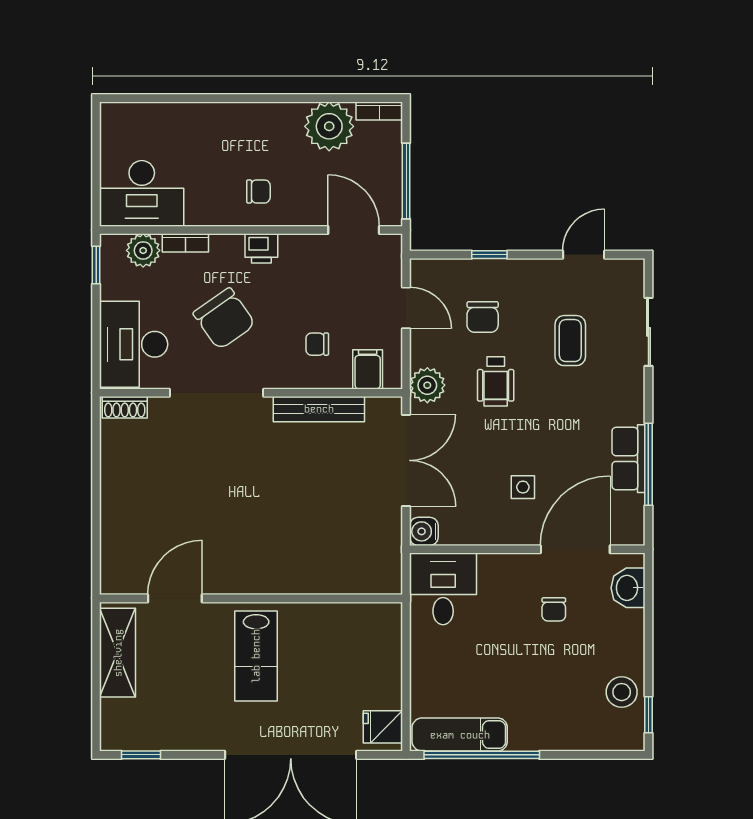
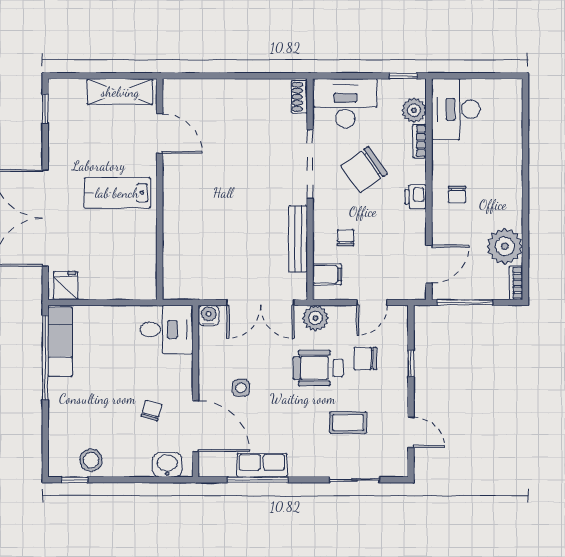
wheelchair: (496, 381) -> (318, 368), width x1.36, depth x1.37
chair: (554, 609) -> (152, 410), turned 106

